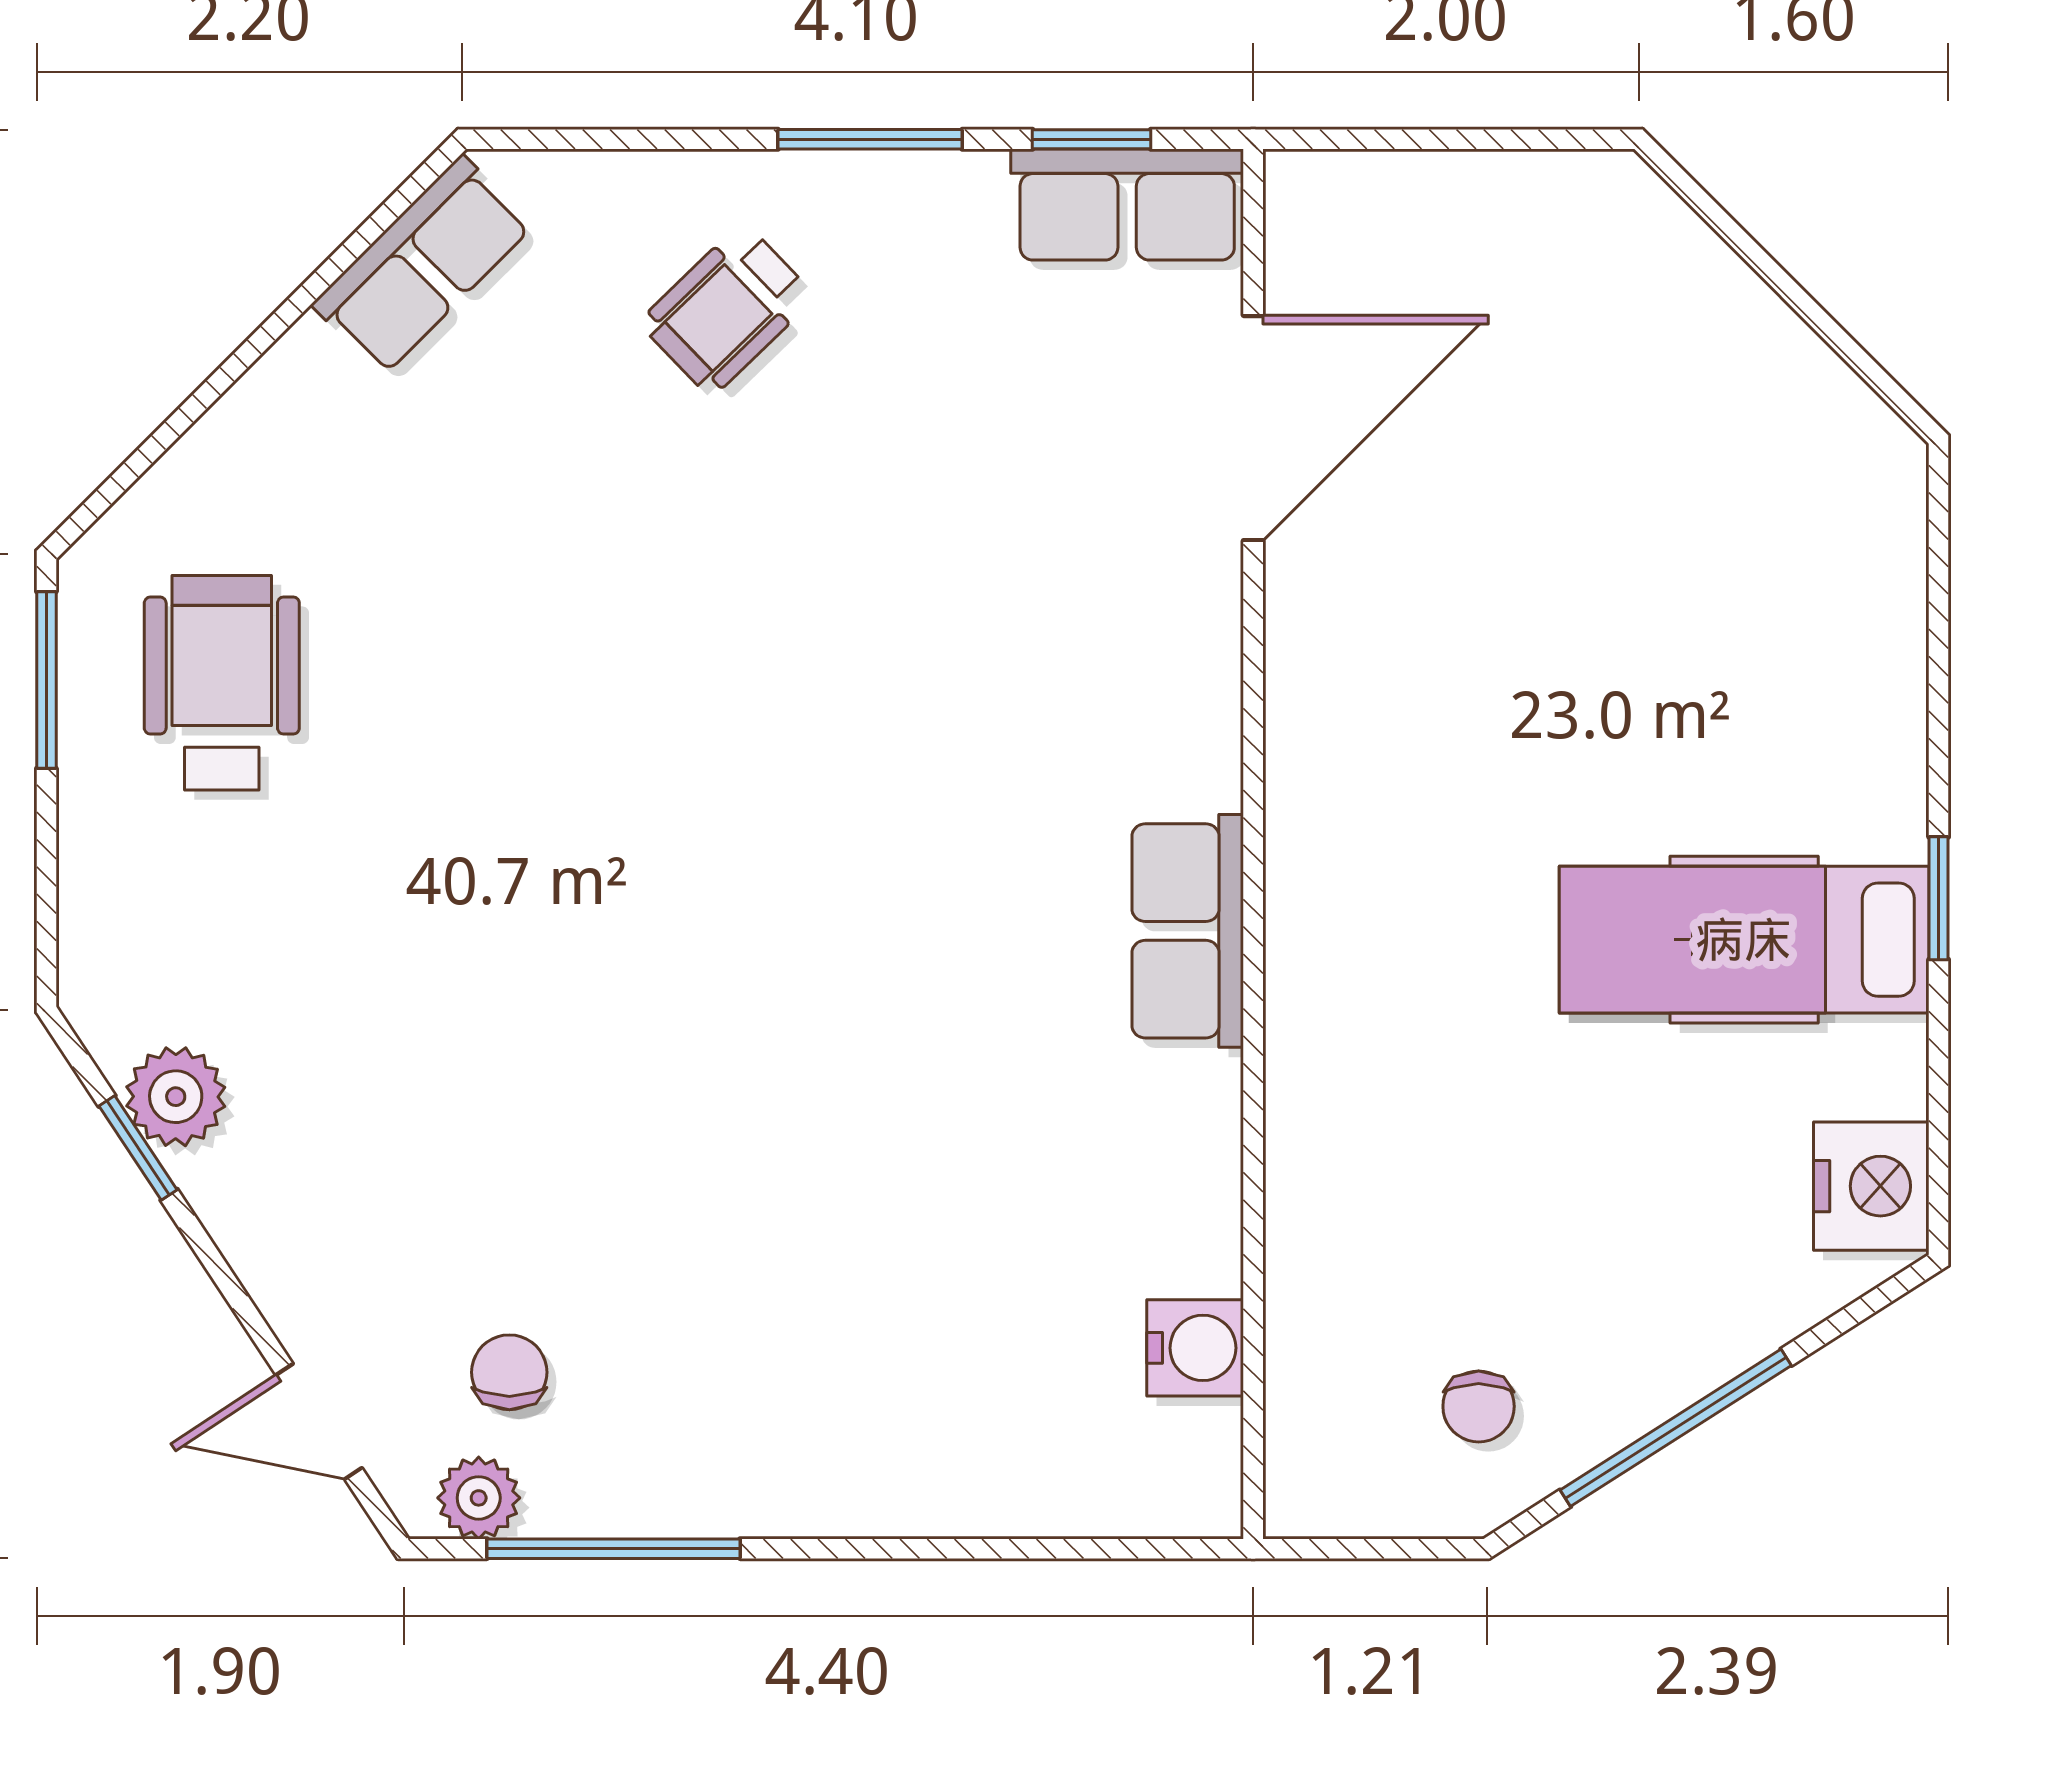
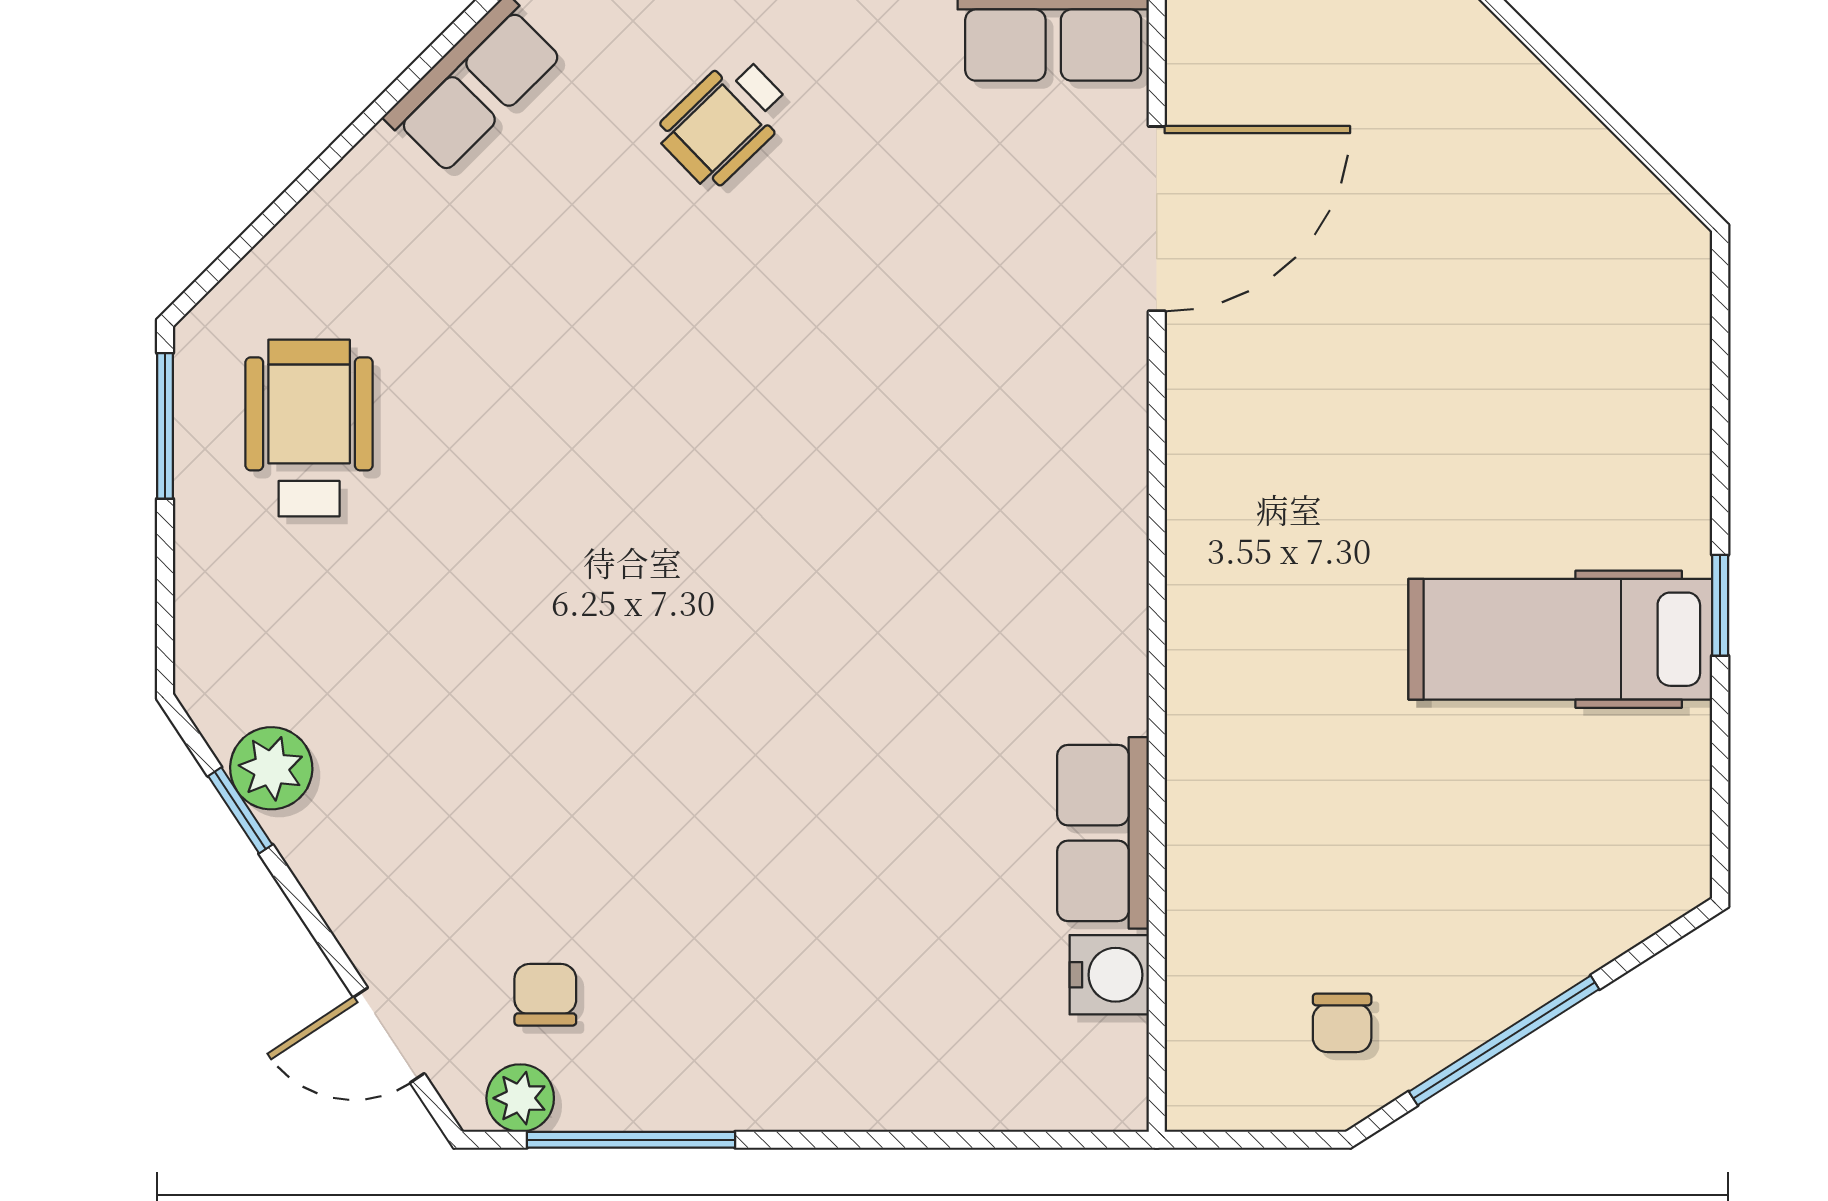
row of seats: (1188, 931) -> (1103, 833), moved
nightstand: (1871, 1186) -> (1665, 842), removed

